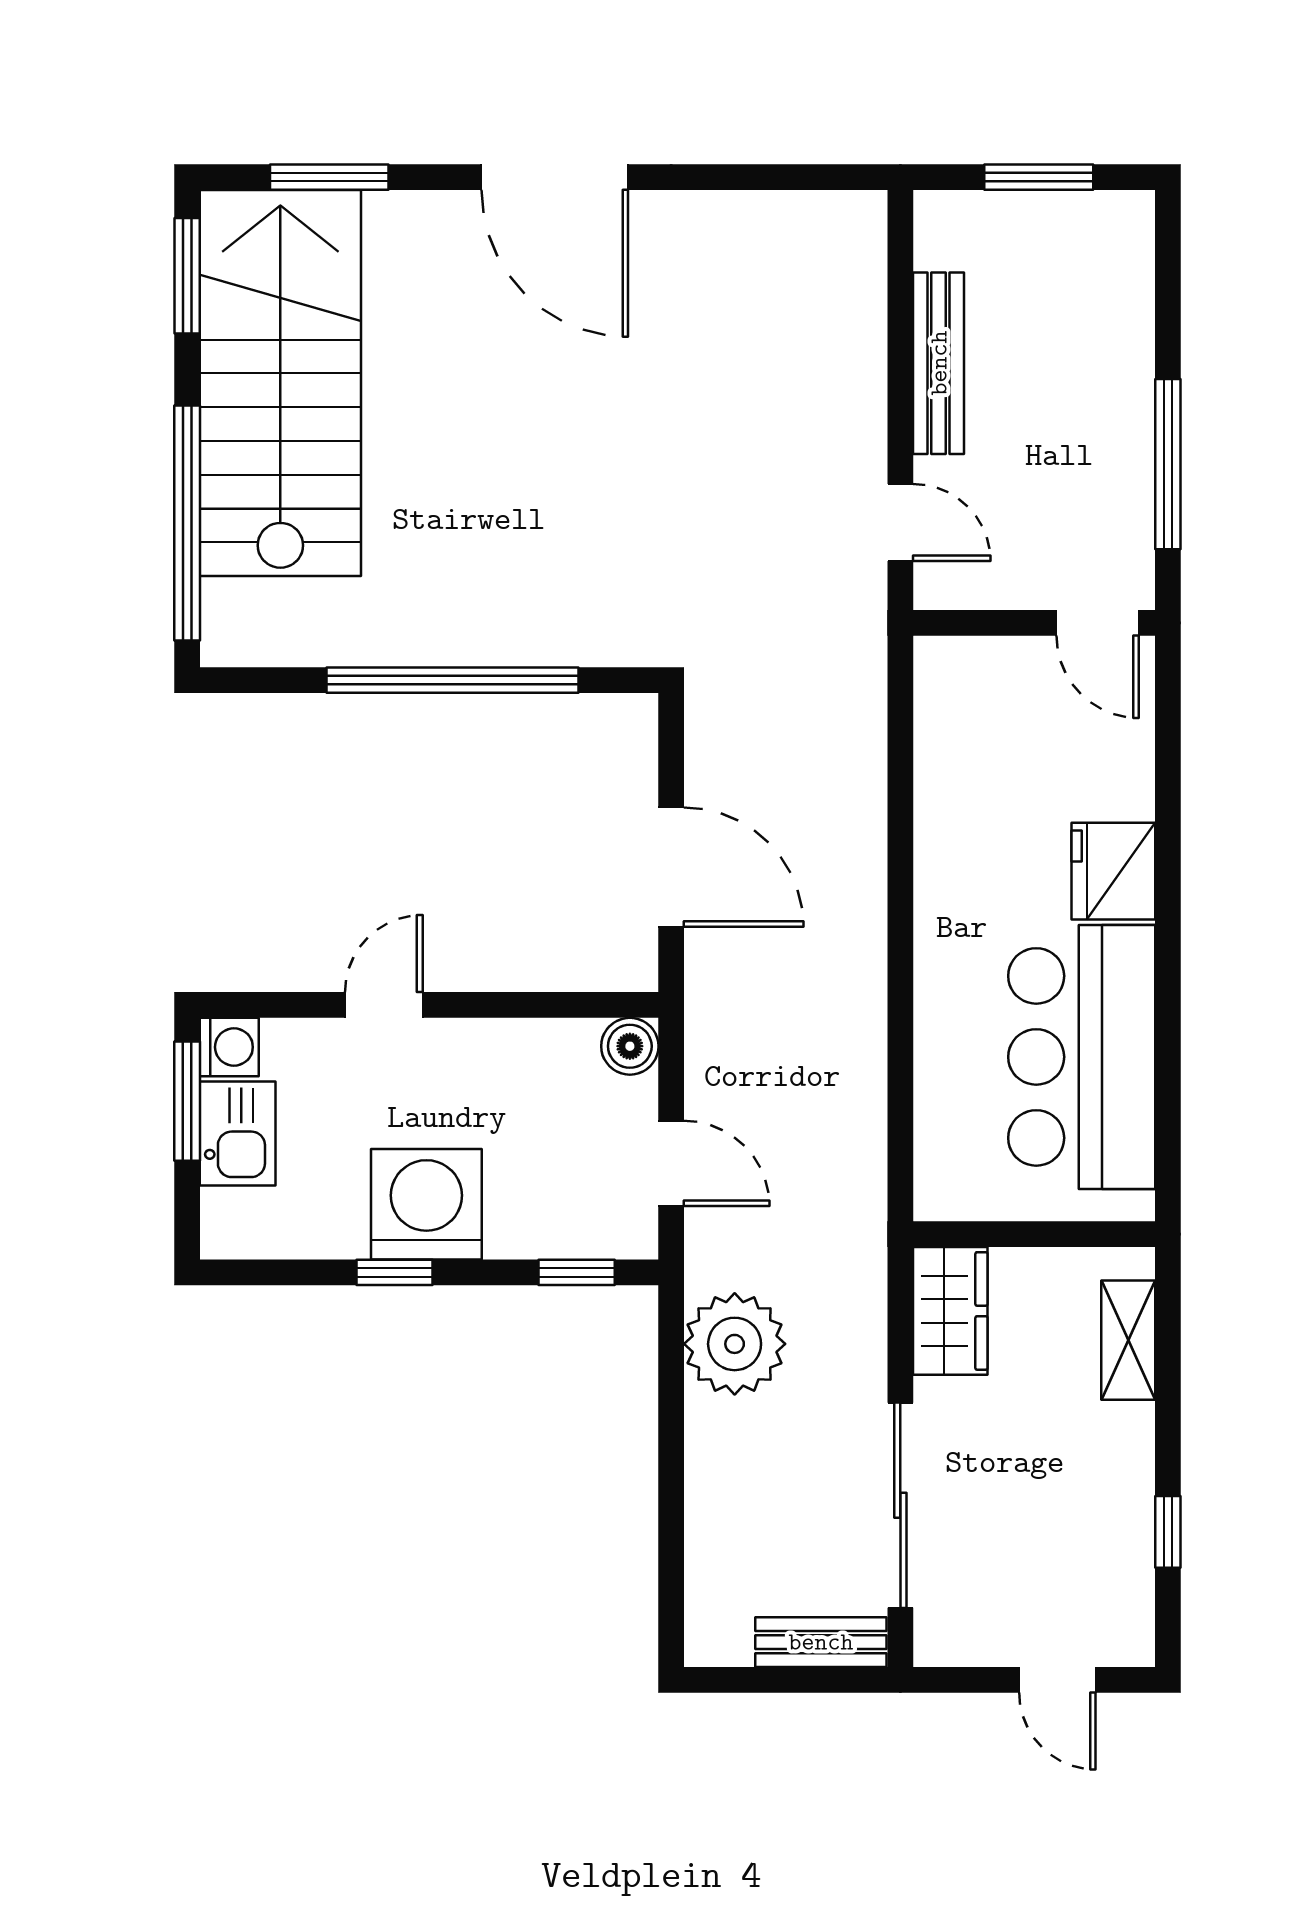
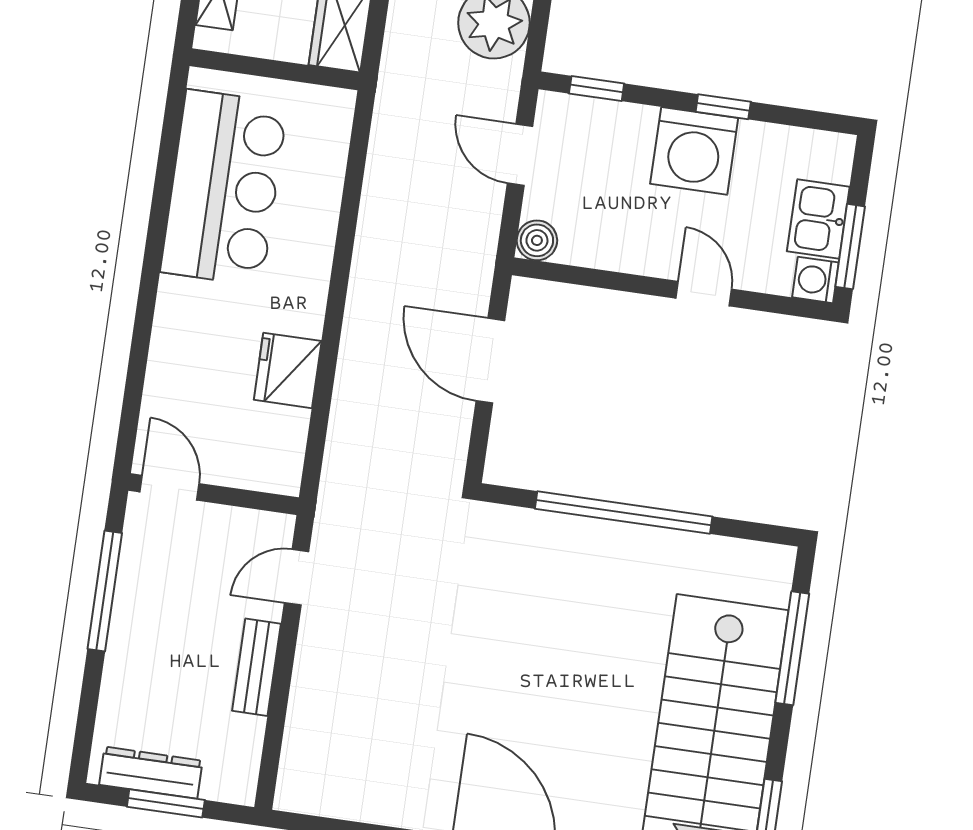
dresser: (1066, 217) -> (151, 773), added
bench: (939, 363) -> (256, 667), width x0.73
door: (900, 522) -> (297, 577), hinge flipped
window: (187, 523) -> (792, 648), width x0.68
fridge: (1113, 871) -> (288, 370), moved, turned 180
door: (384, 1005) -> (704, 294), swing flipped

